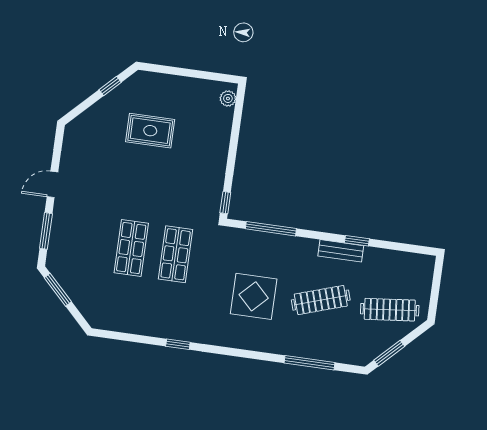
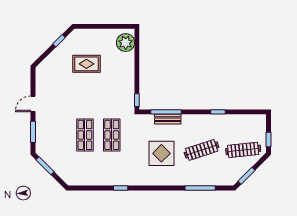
plant: (228, 98) -> (126, 43), width x1.88, depth x1.88
bench: (341, 251) -> (168, 119), moved
window: (434, 298) -> (268, 139), added

